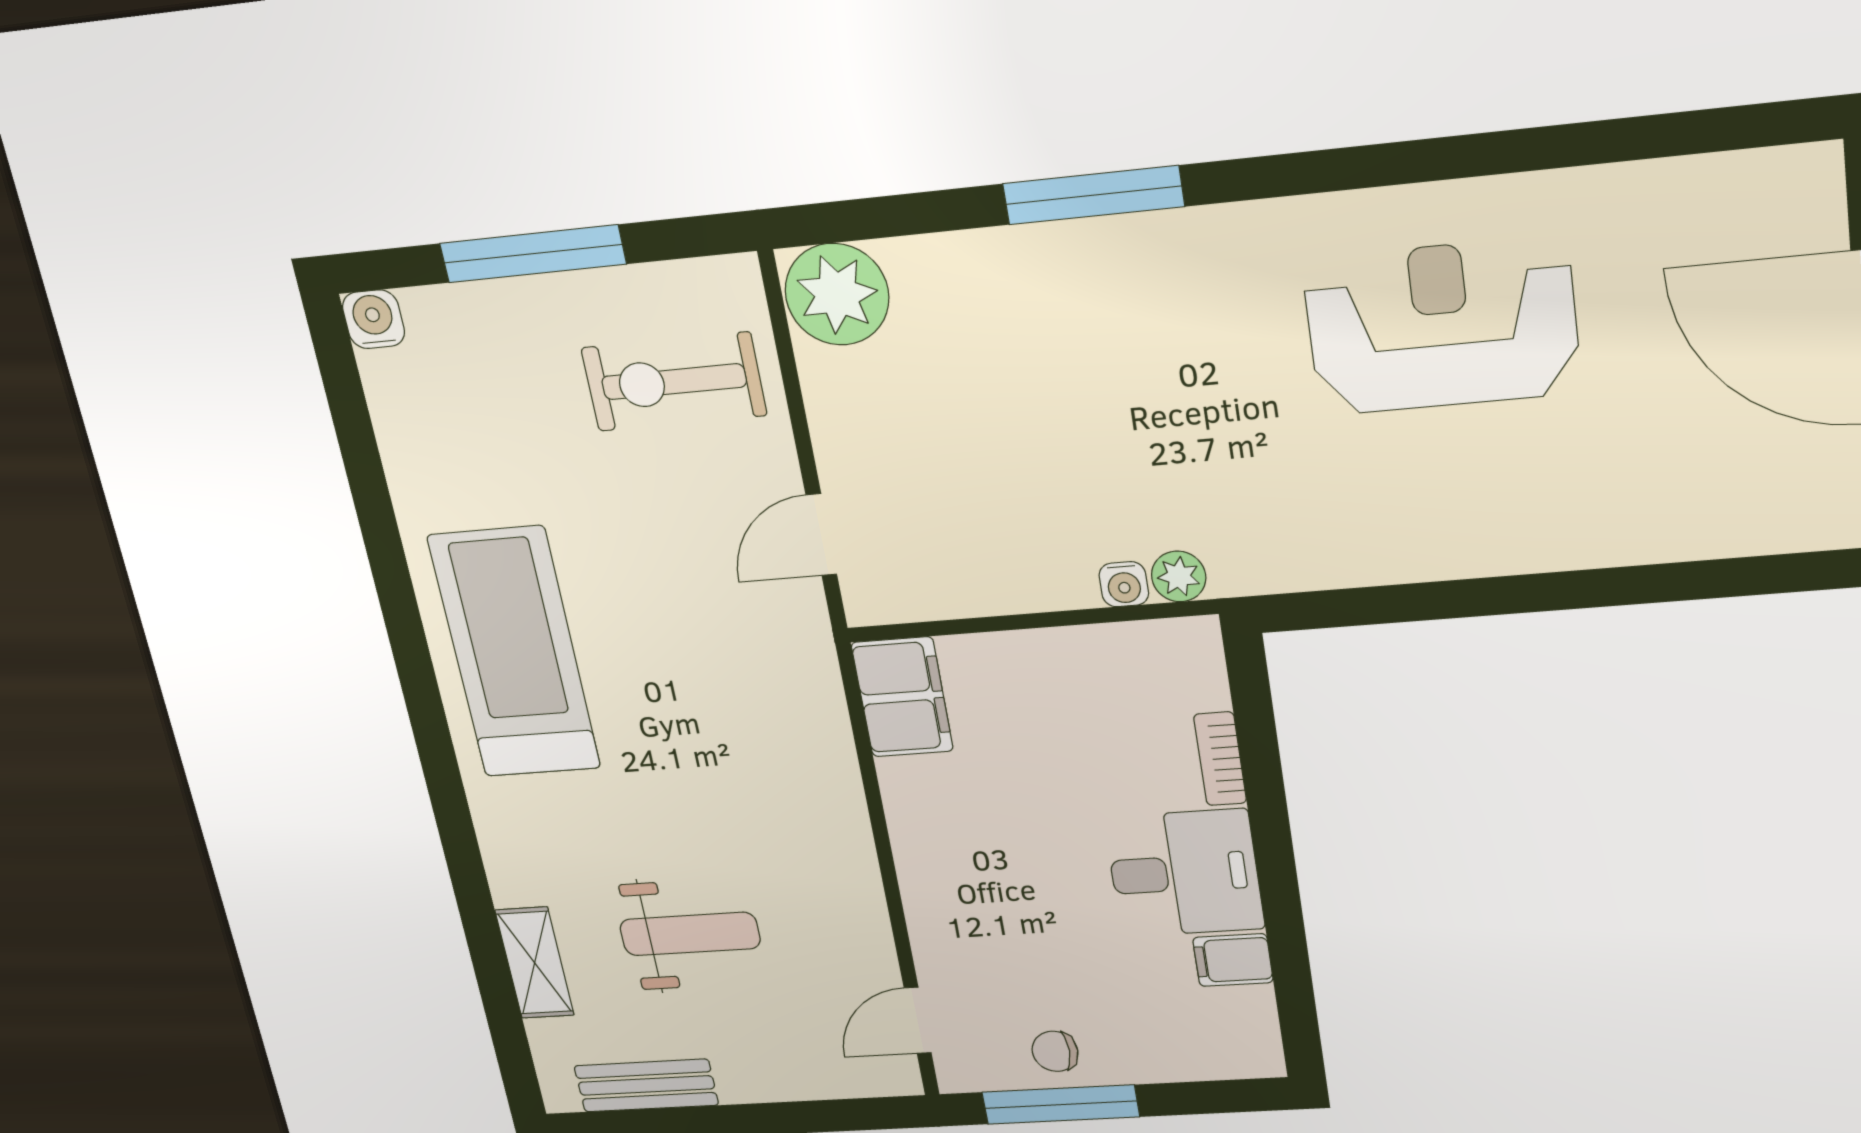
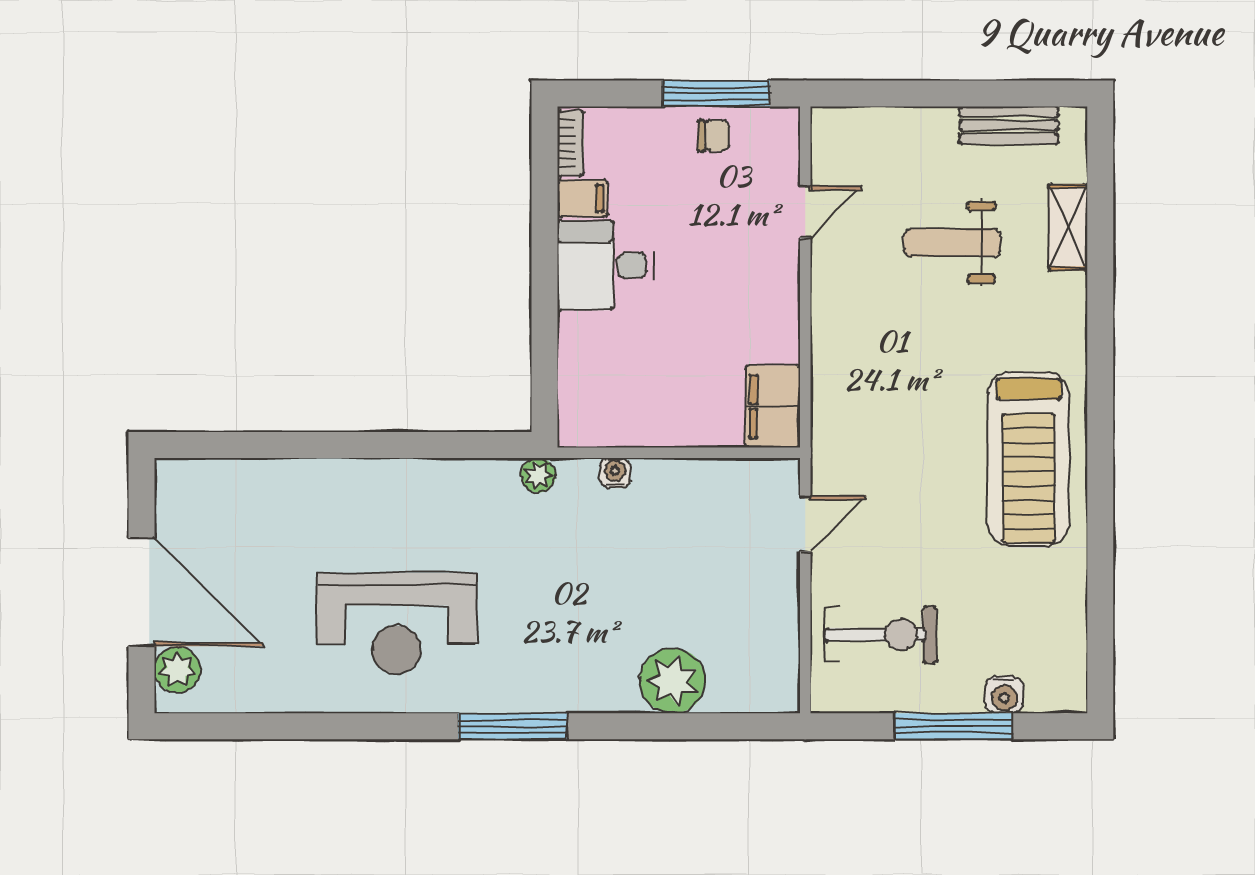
window: (1093, 195) -> (513, 726), moved
plant: (1808, 216) -> (177, 670), added
plant: (837, 294) -> (673, 681), moved
water cooler: (374, 319) -> (1004, 695), moved
plant: (1179, 576) -> (538, 475), moved
bookcase: (1220, 759) -> (571, 143), moved
door: (918, 1020) -> (805, 212), moved

